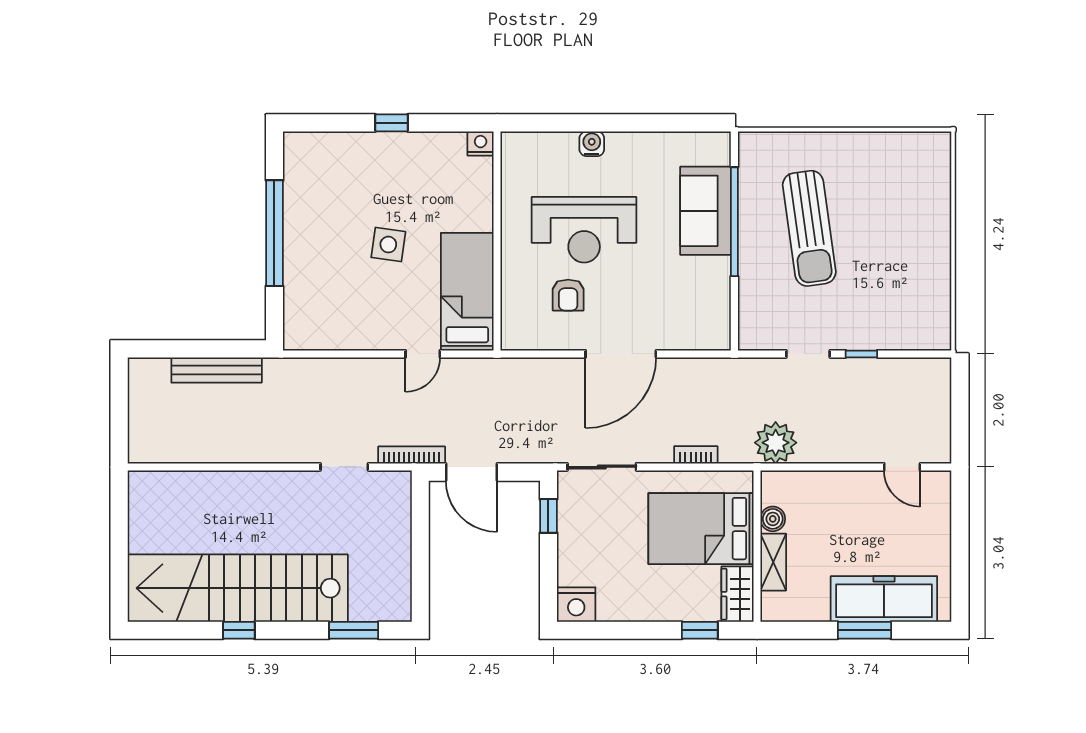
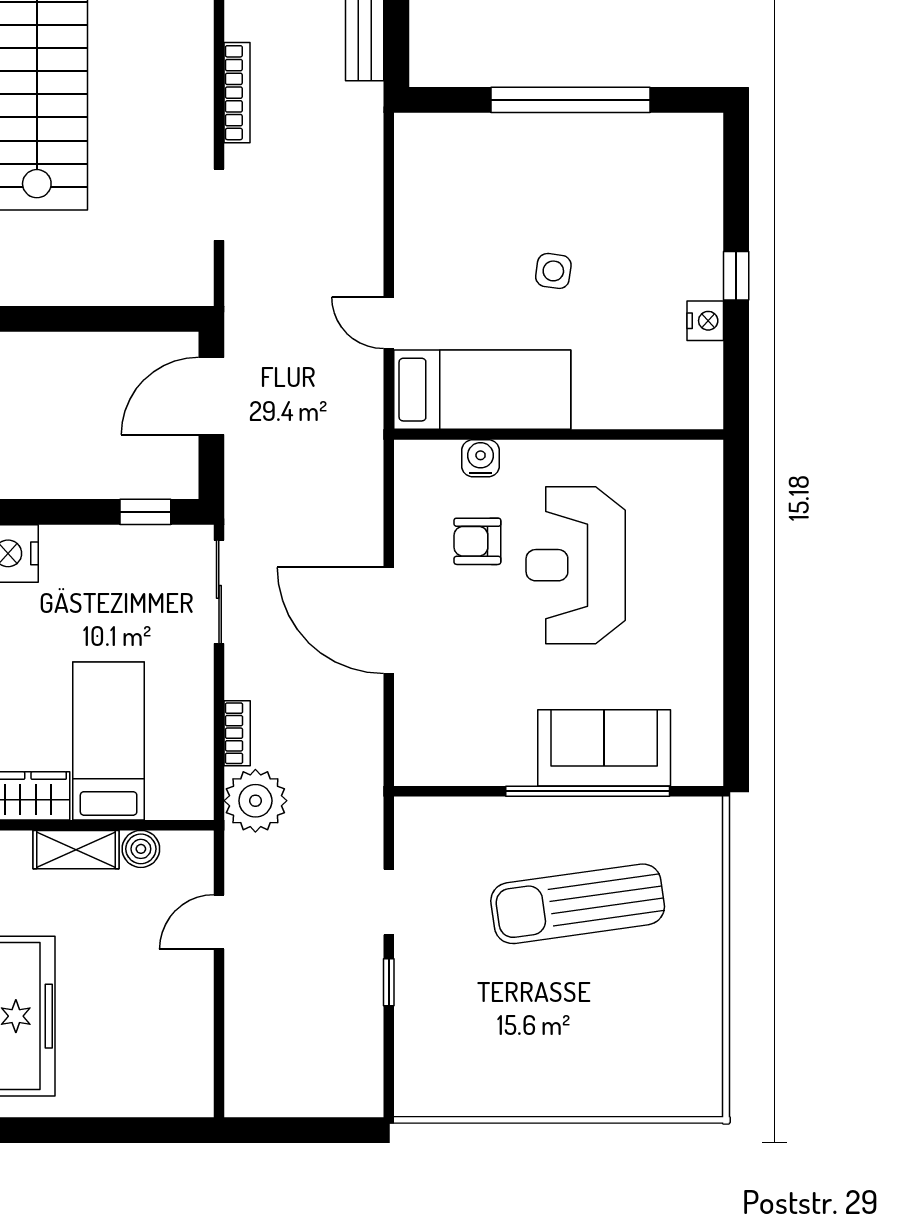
nightstand: (481, 143) -> (705, 321), moved
water cooler: (592, 144) -> (481, 458), moved, turned -90
side table: (388, 245) -> (553, 271), width x0.73, depth x0.73
plant: (776, 443) -> (255, 801), moved
bookcase: (412, 455) -> (237, 93), moved
door: (902, 467) -> (219, 922), moved
bed: (701, 529) -> (109, 741), width x0.67

